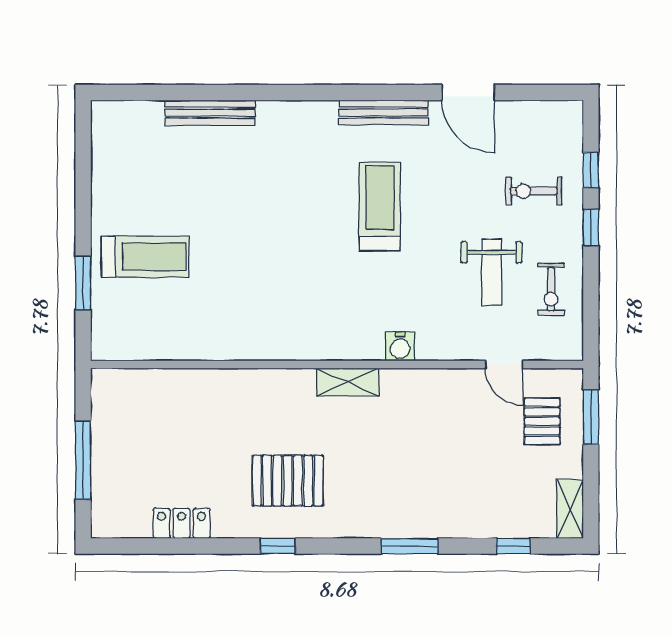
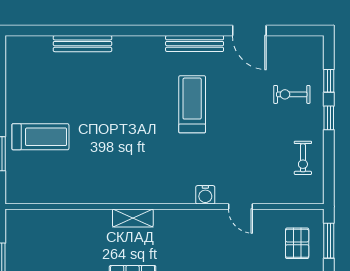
weight bench: (492, 272) -> (264, 147), removed
door: (504, 364) -> (240, 206), moved
shelving: (348, 382) -> (133, 218), moved

